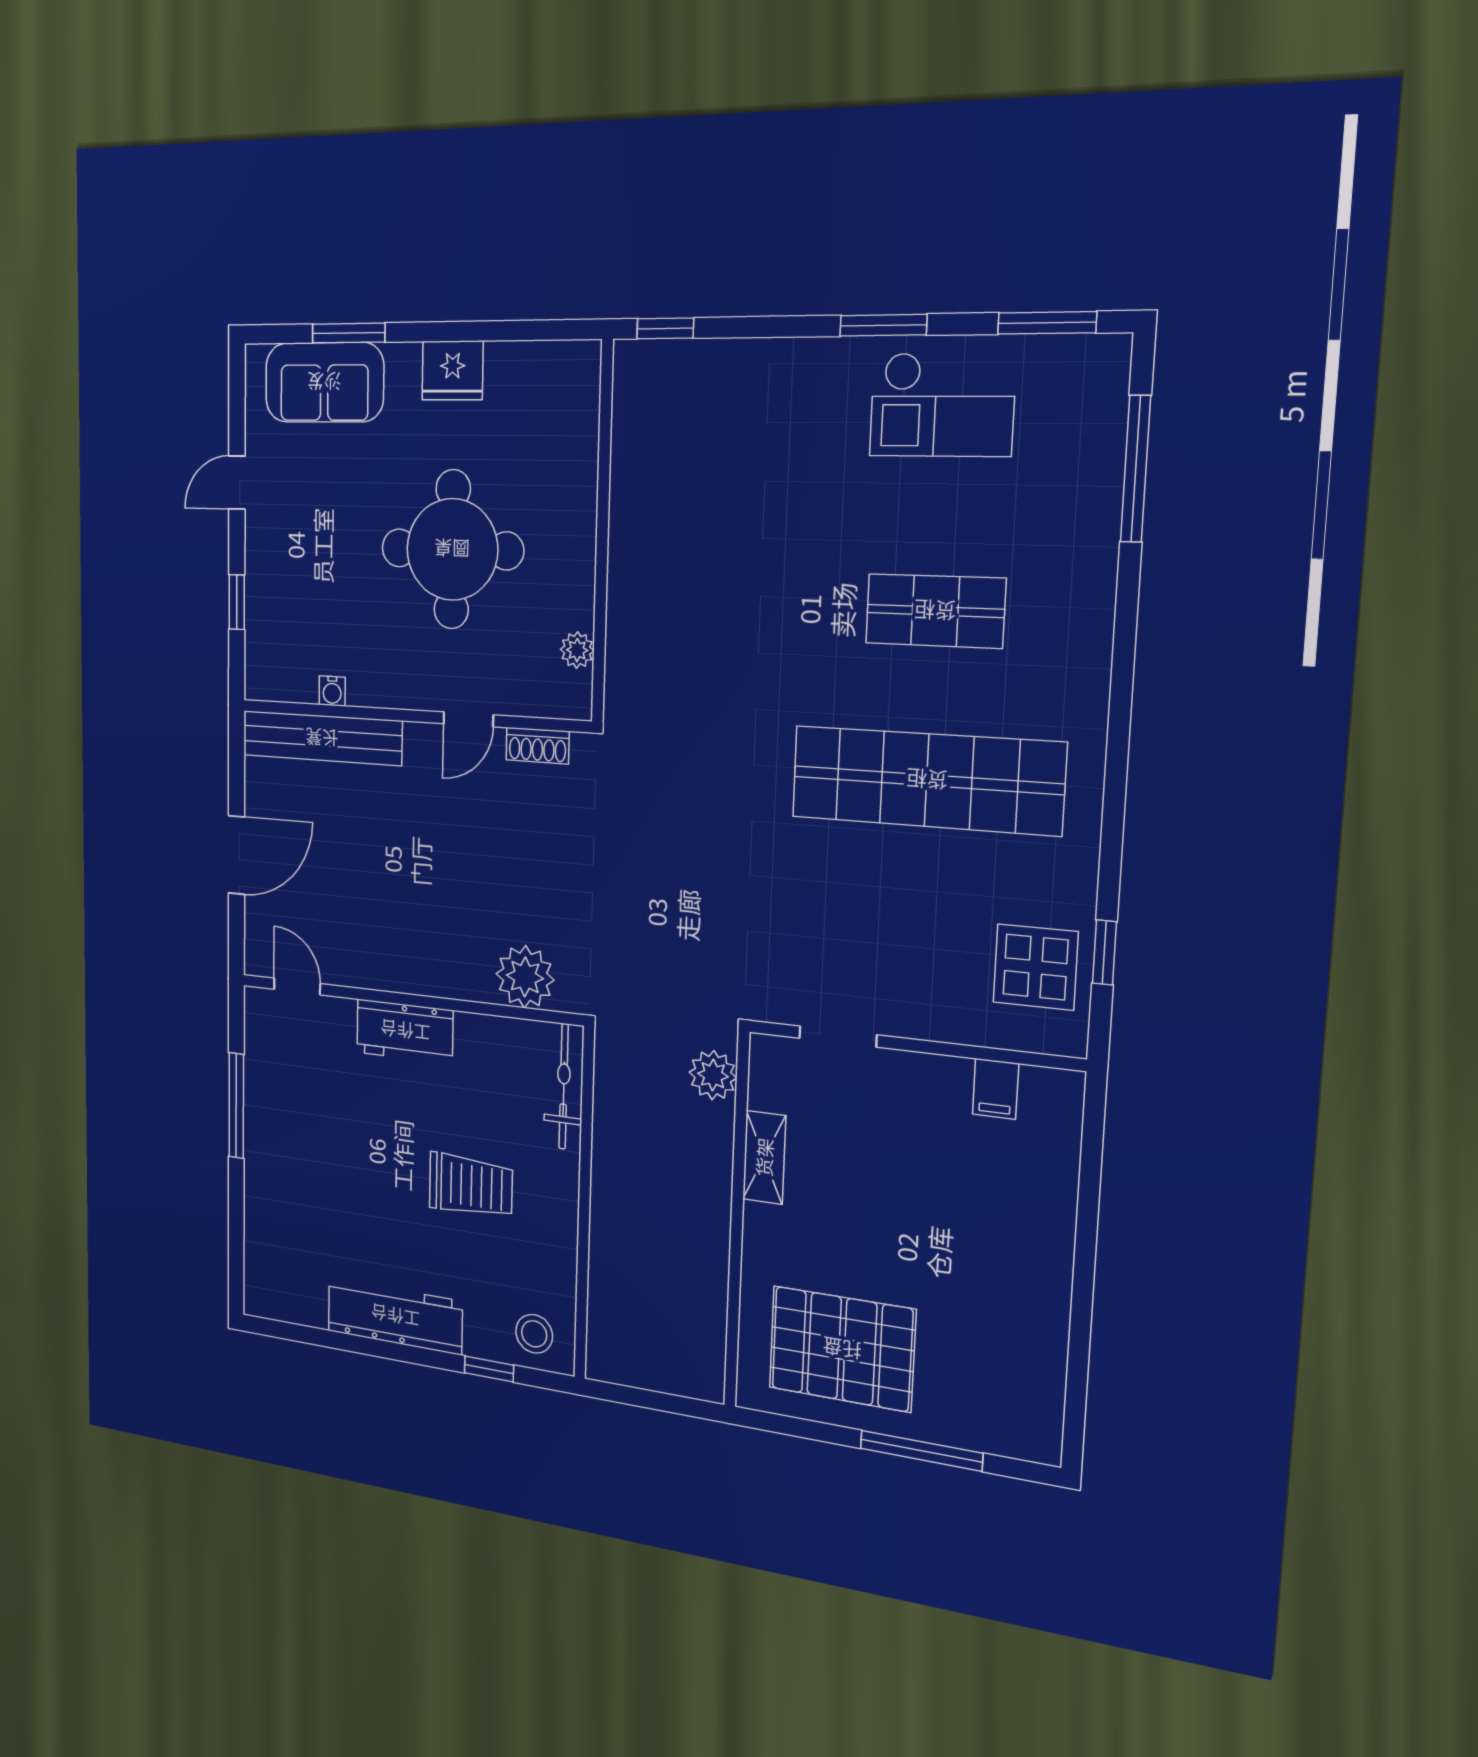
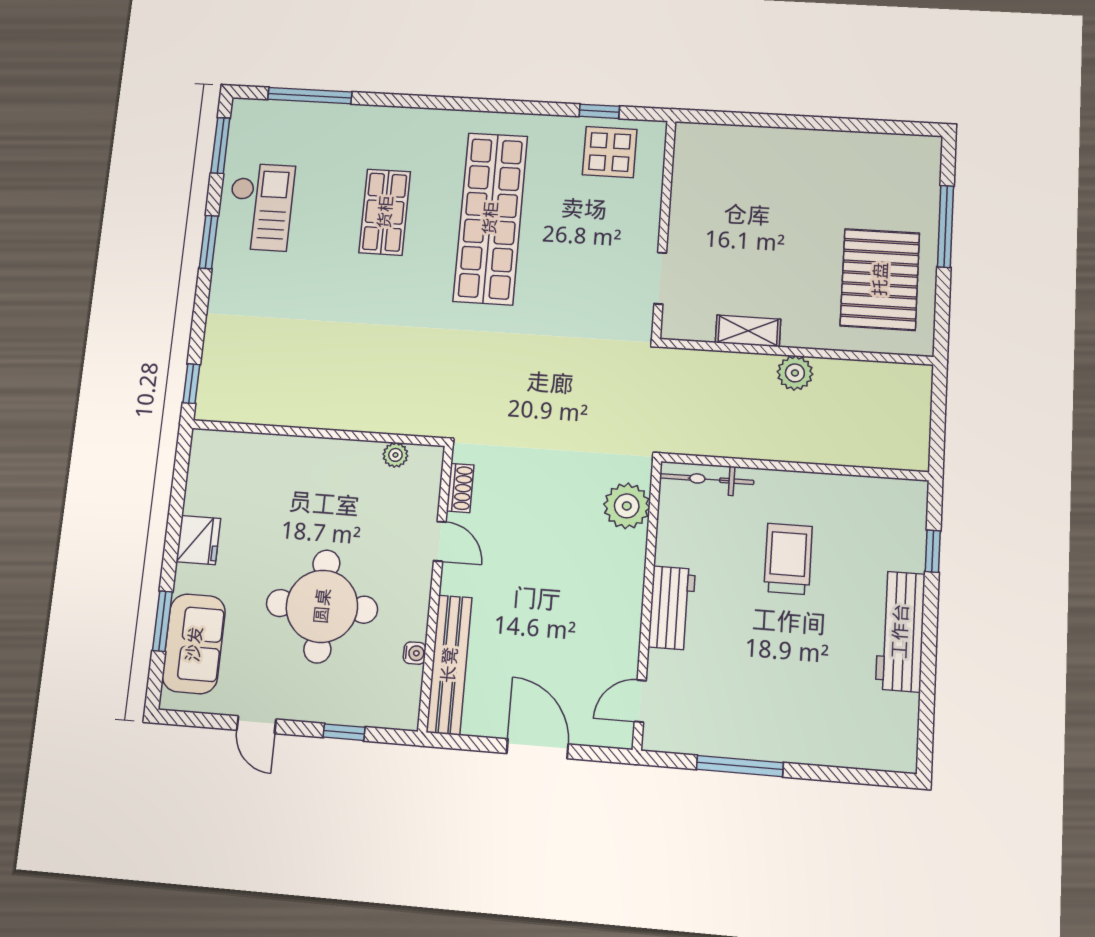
round table: (452, 549) -> (322, 606), moved
plant: (713, 1075) -> (795, 373), moved
filing cabinet: (996, 1089) -> (690, 177), removed
stool: (534, 1334) -> (899, 512), removed

